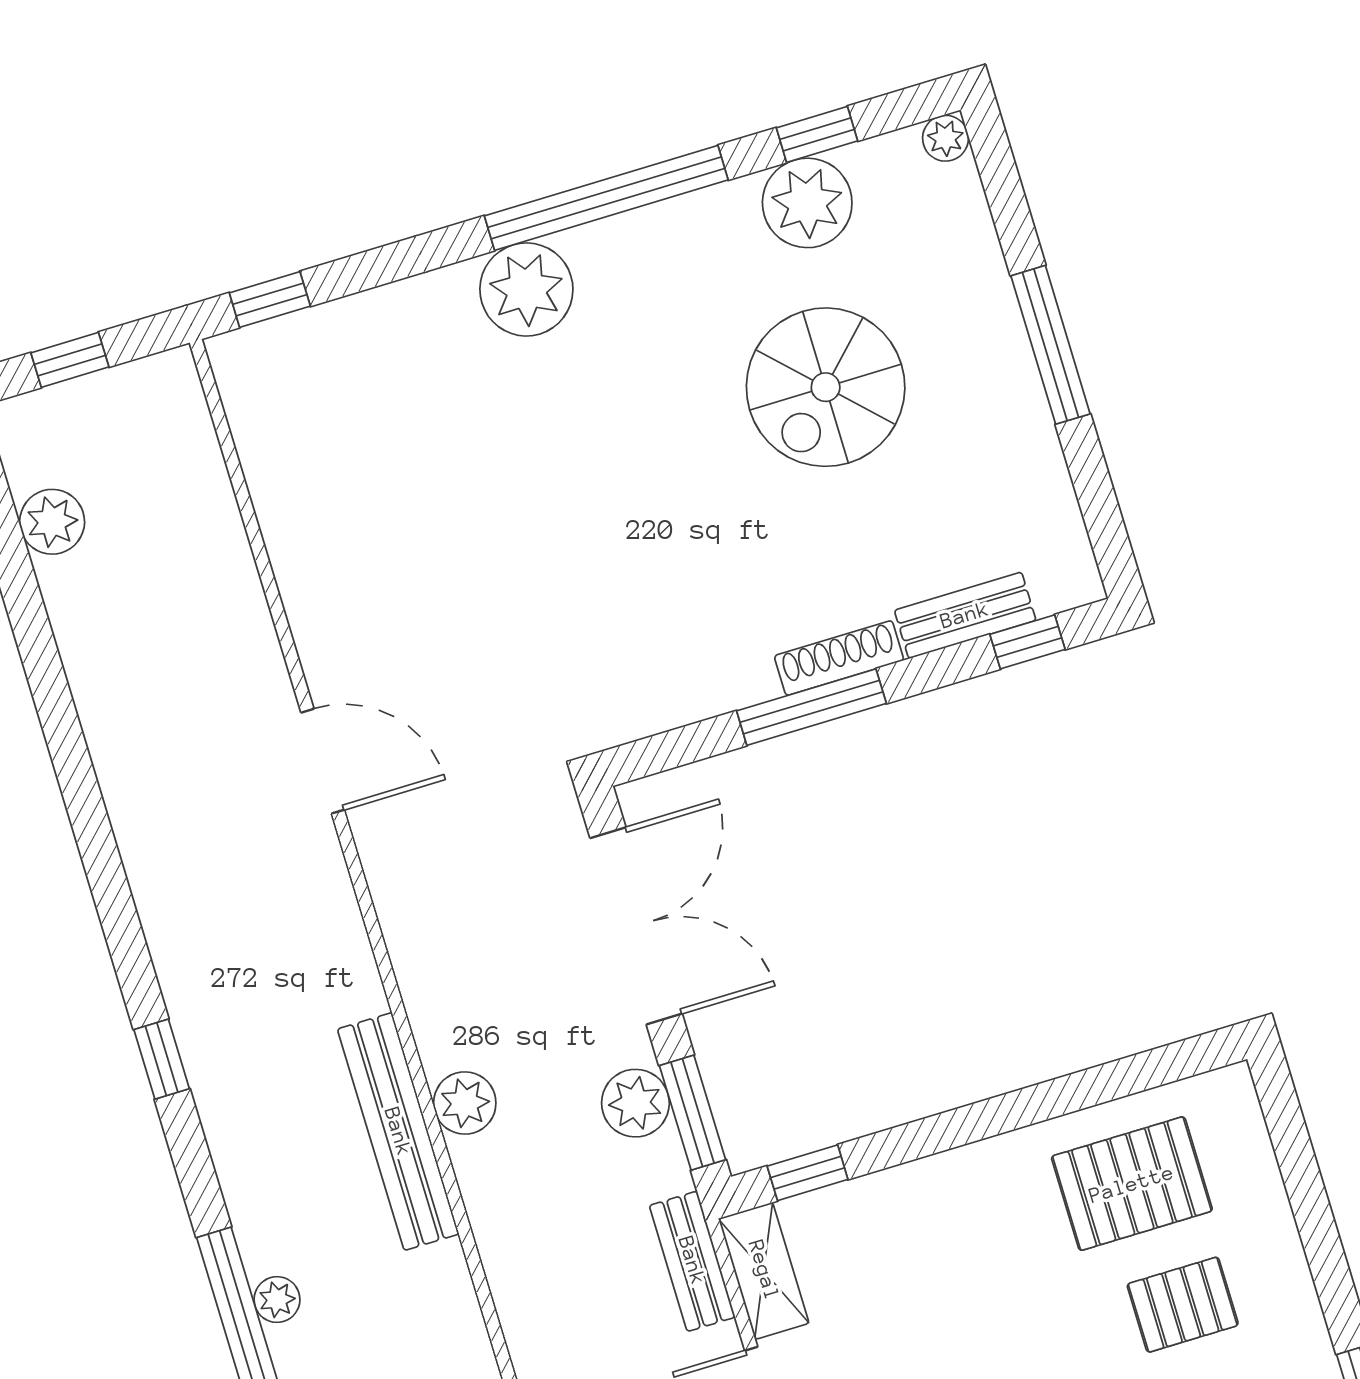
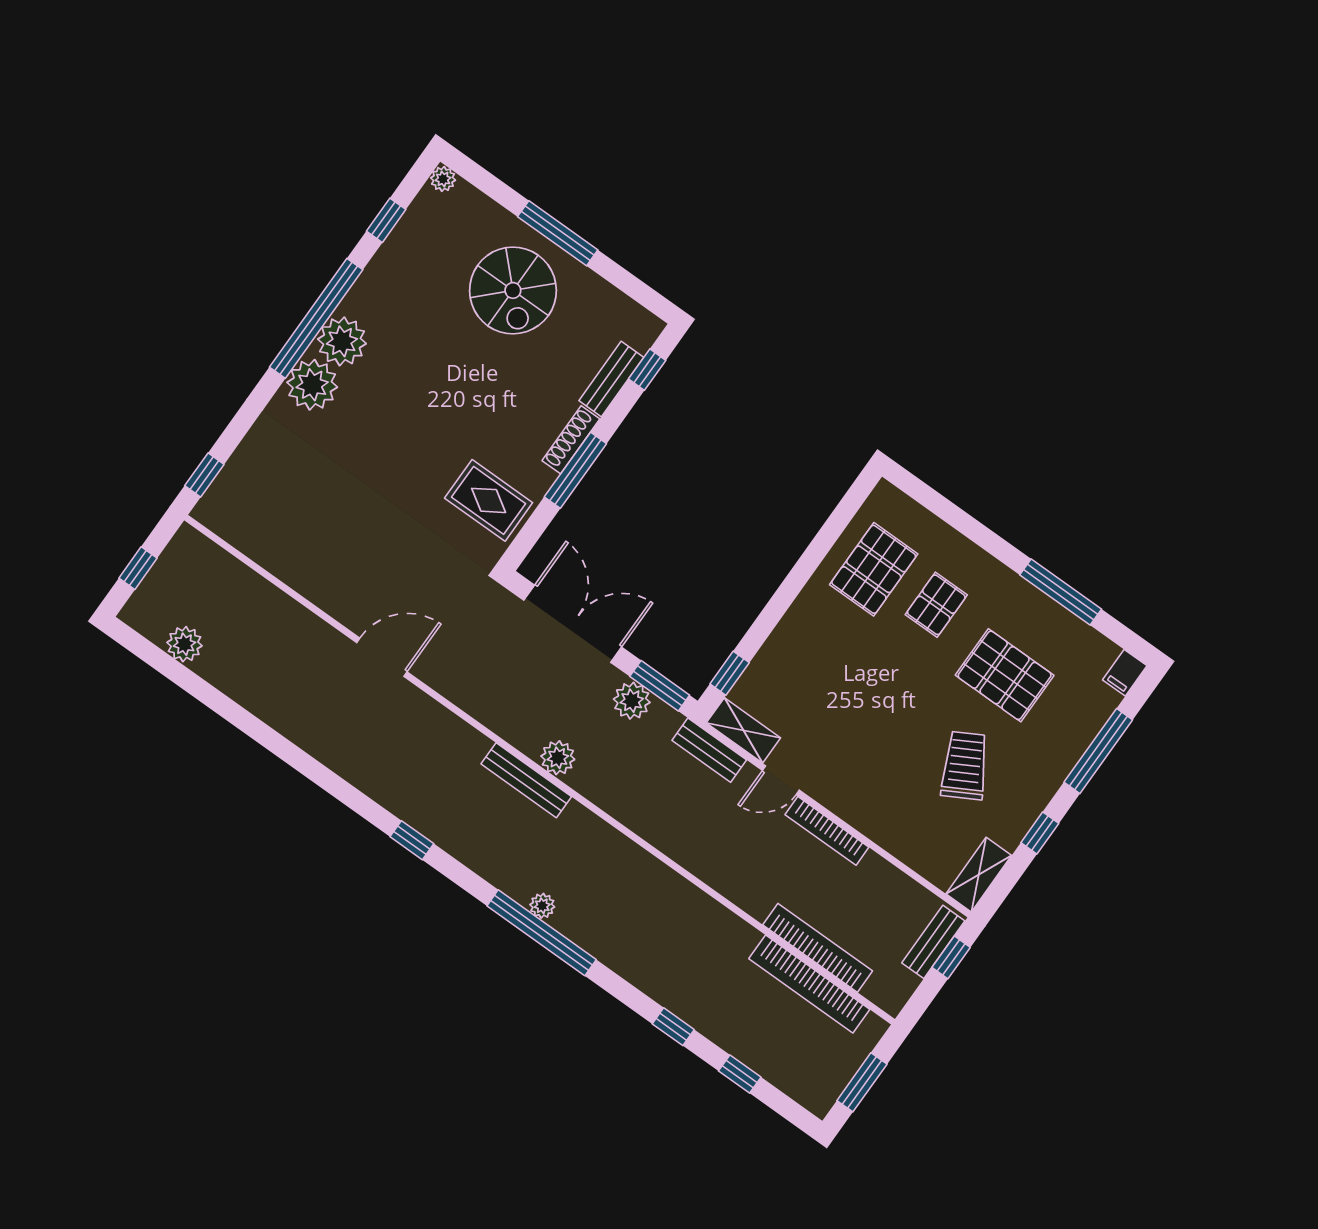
plant: (807, 203) -> (342, 341), moved
spiral stairs: (826, 387) -> (513, 290), moved
rug: (652, 654) -> (489, 500), added
bench: (398, 1132) -> (526, 780), width x0.73, depth x0.82

